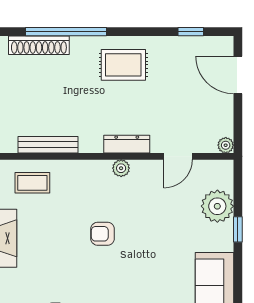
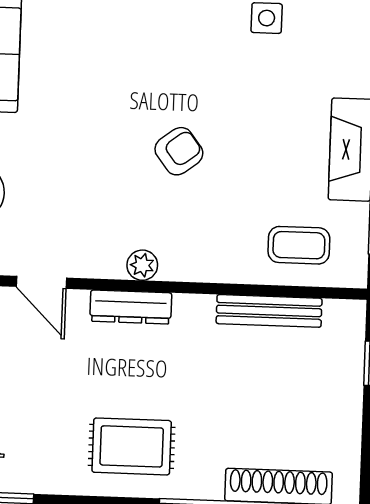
door: (178, 156) -> (41, 282), swing flipped
armchair: (103, 234) -> (179, 151), turned -37

